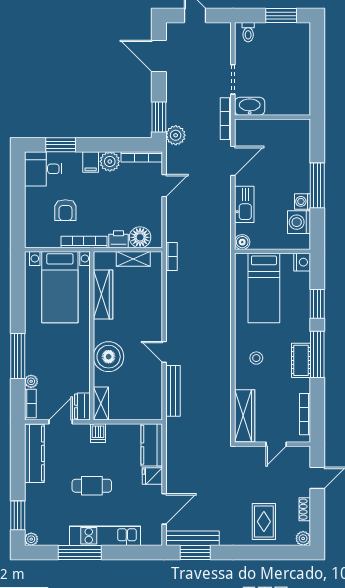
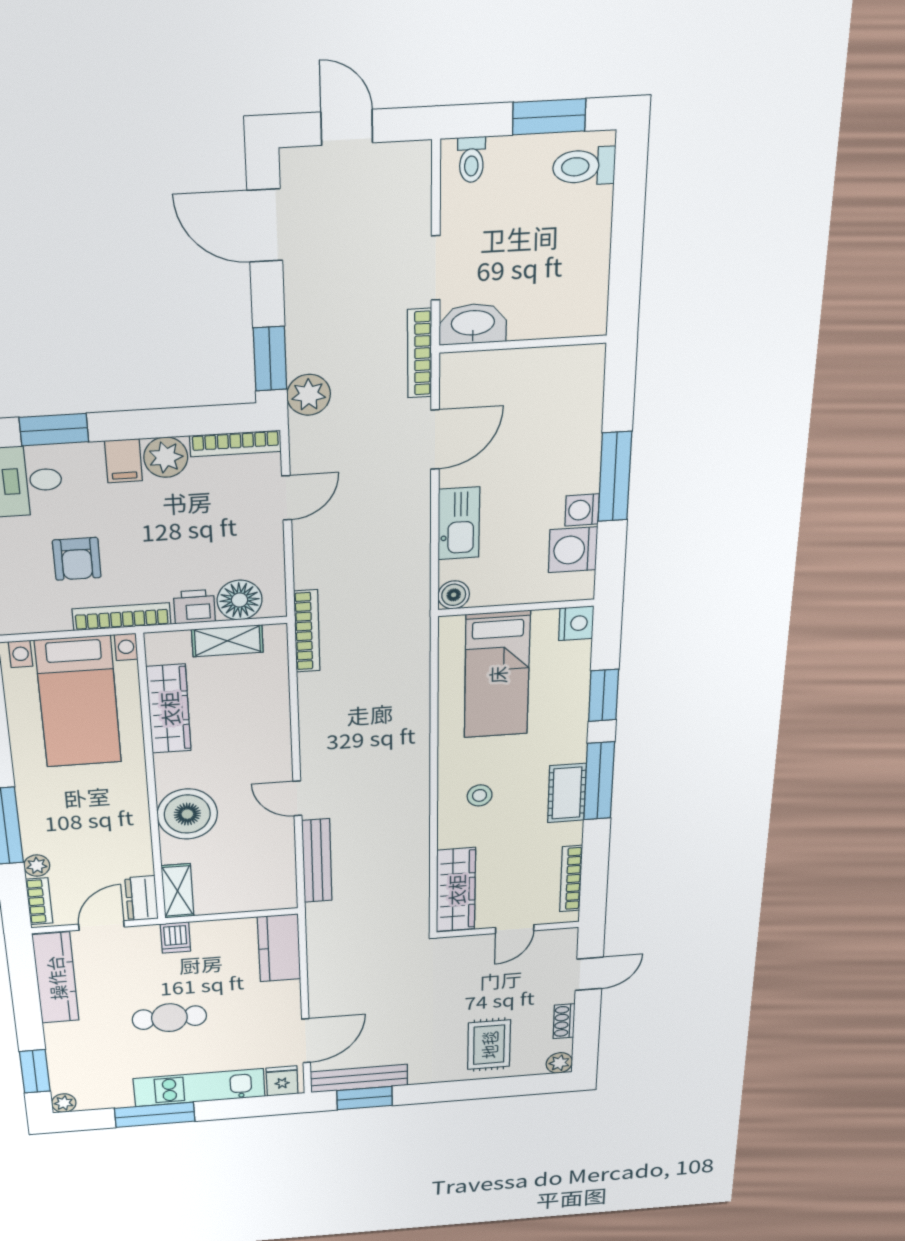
toilet: (297, 38) -> (584, 166), added
bookcase: (171, 256) -> (307, 631), width x1.56
fridge: (152, 476) -> (282, 1081), moved, turned 90

